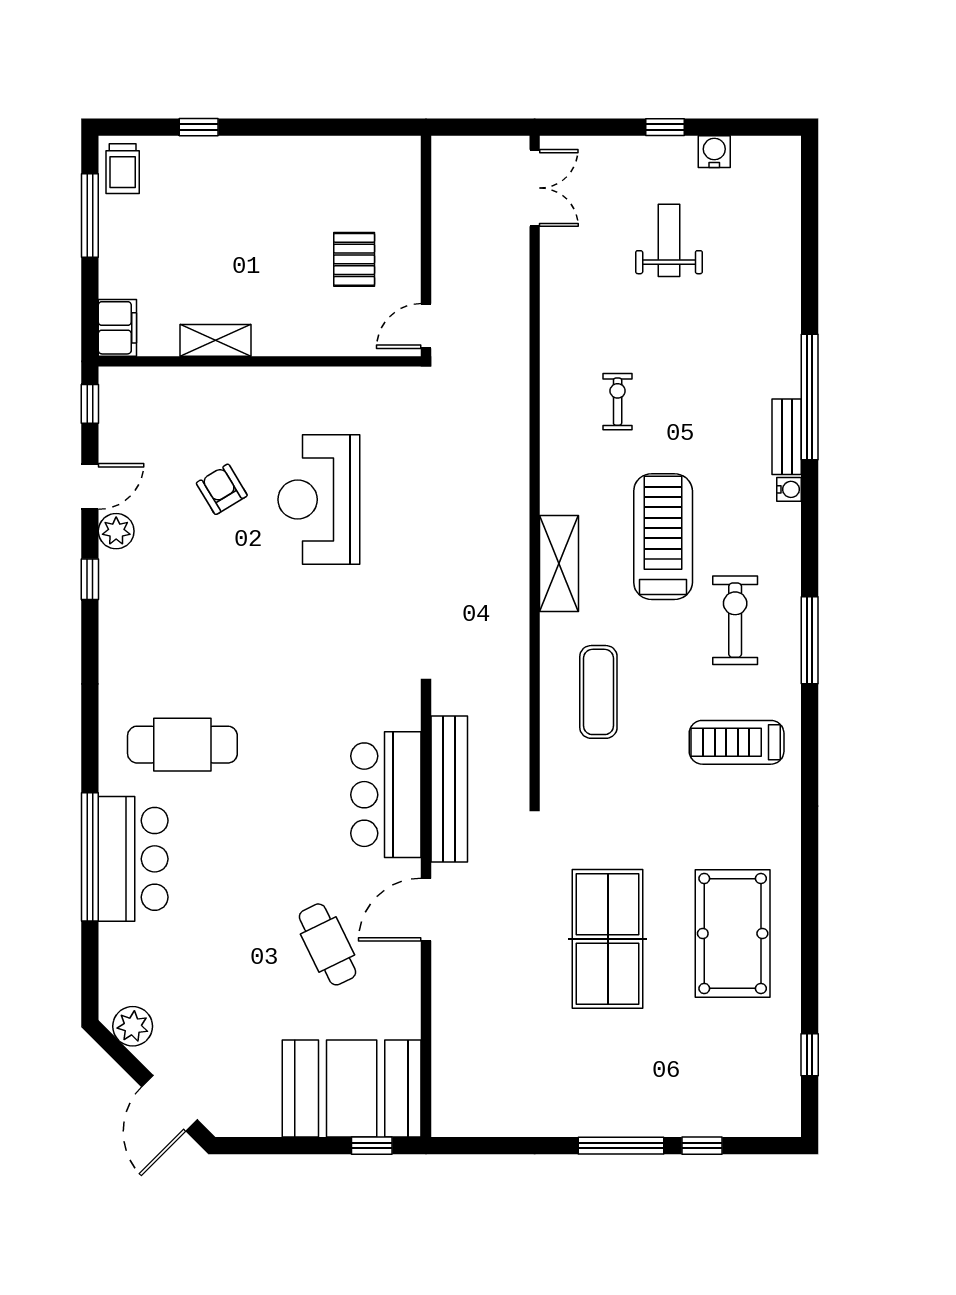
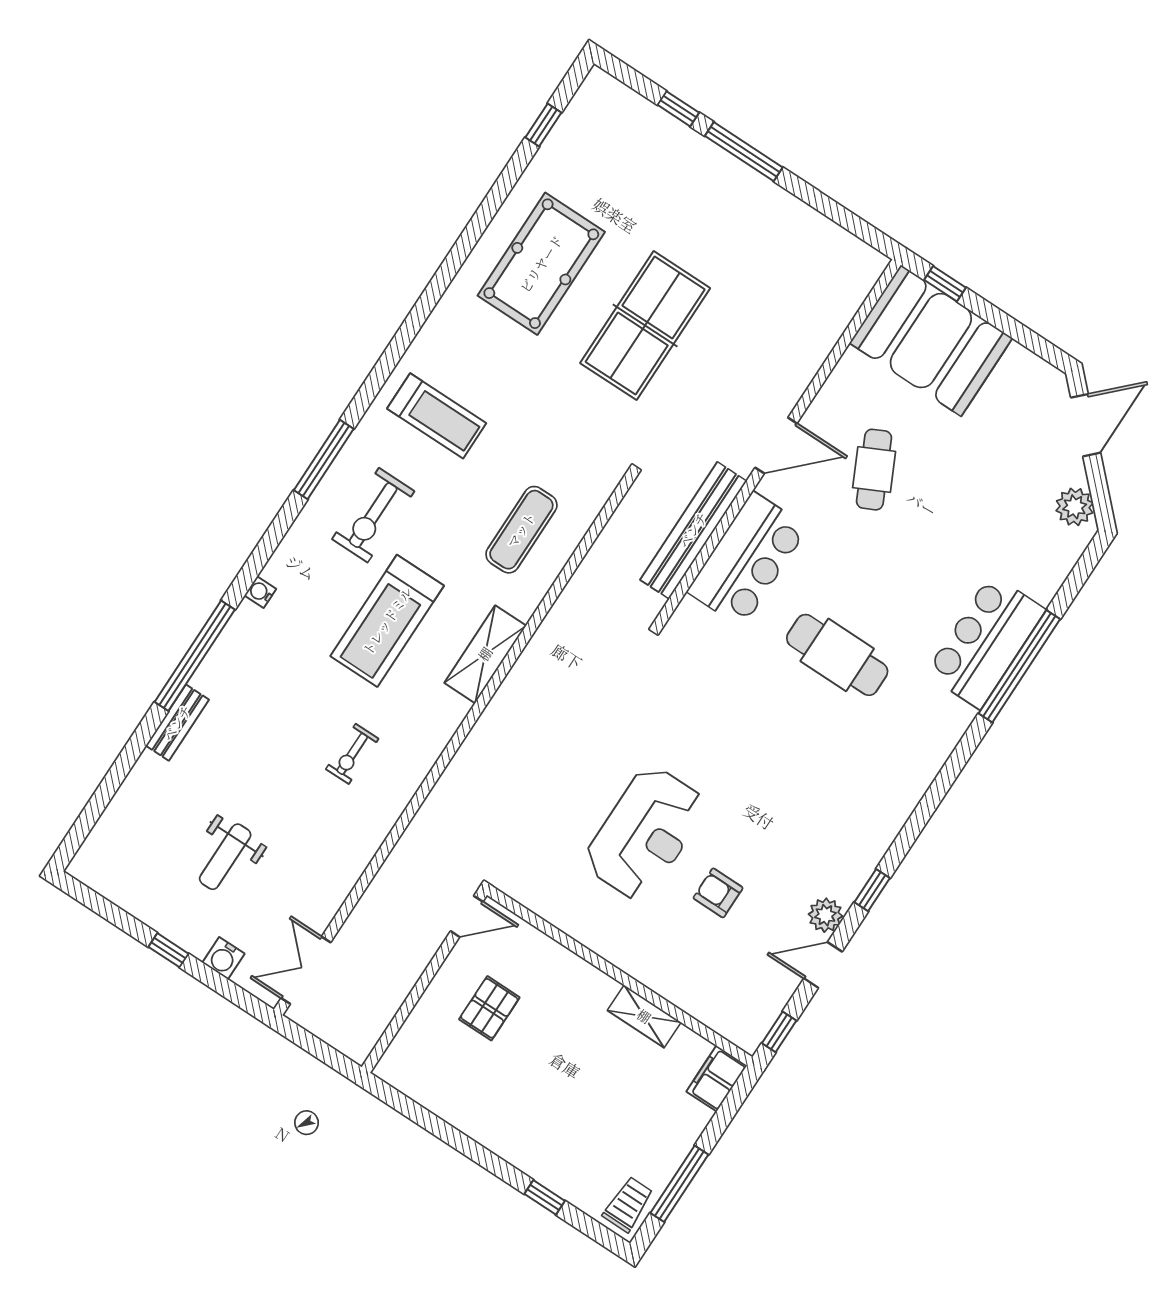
water cooler: (714, 152) -> (223, 958), moved
bench: (787, 437) -> (177, 723), moved
armchair: (222, 489) -> (718, 893), turned 121
cafe table: (182, 745) -> (837, 655), moved

